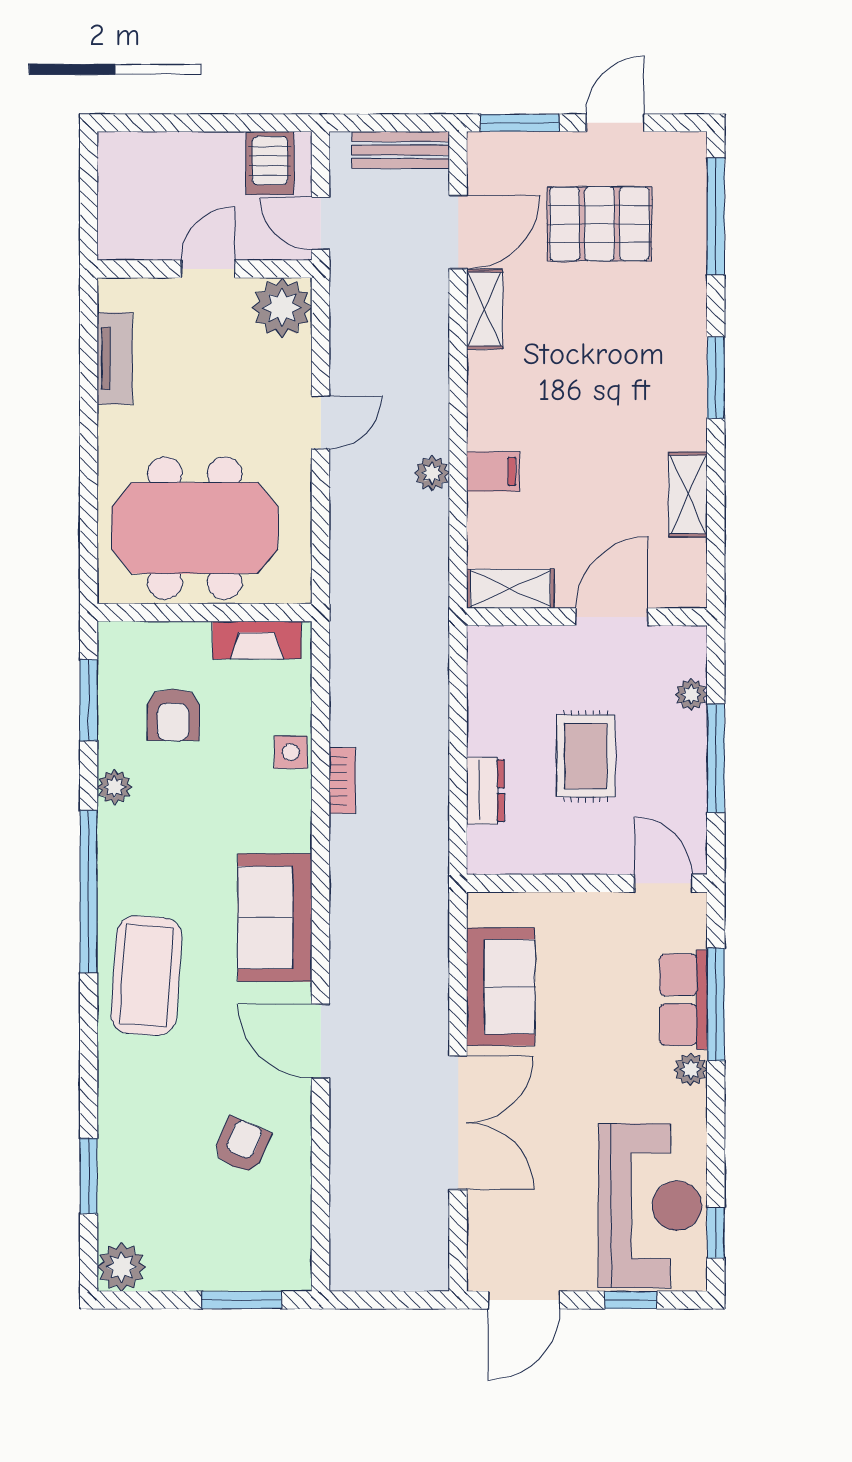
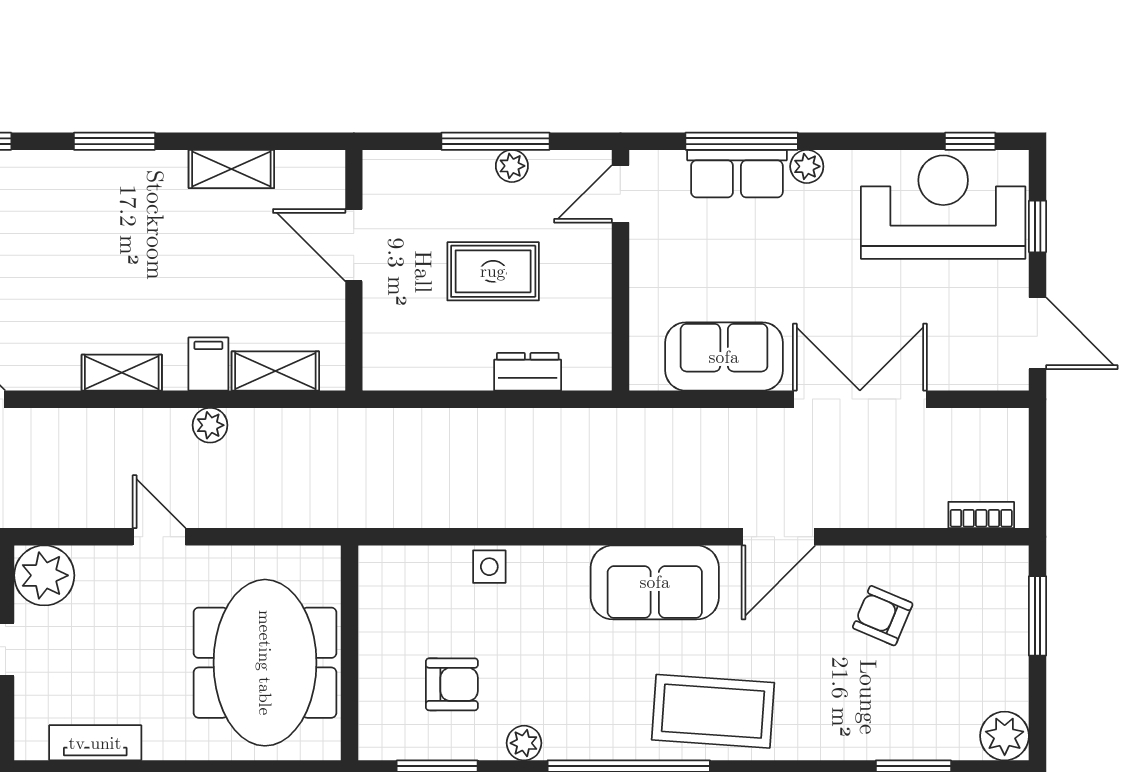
shelving: (485, 309) -> (122, 373), moved
shelving: (510, 589) -> (275, 371), moved, turned 90
fireplace: (257, 640) -> (377, 601), removed
plant: (691, 695) -> (512, 166), moved
bookcase: (342, 781) -> (981, 515), moved

